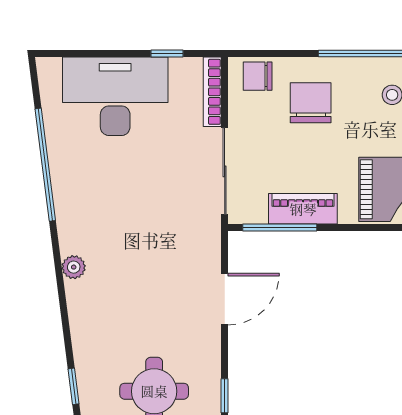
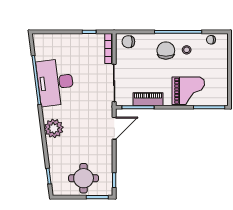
desk: (115, 96) -> (55, 82), moved, turned -97
chair: (311, 103) -> (166, 51), moved
plant: (74, 267) -> (54, 128), width x1.88, depth x1.88
door: (225, 299) -> (114, 128), moved

